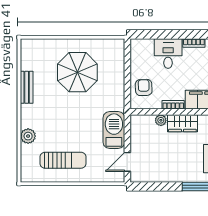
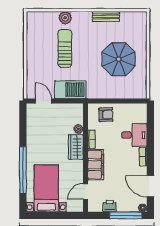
sun lounger: (63, 160) -> (65, 48), moved, turned 180

